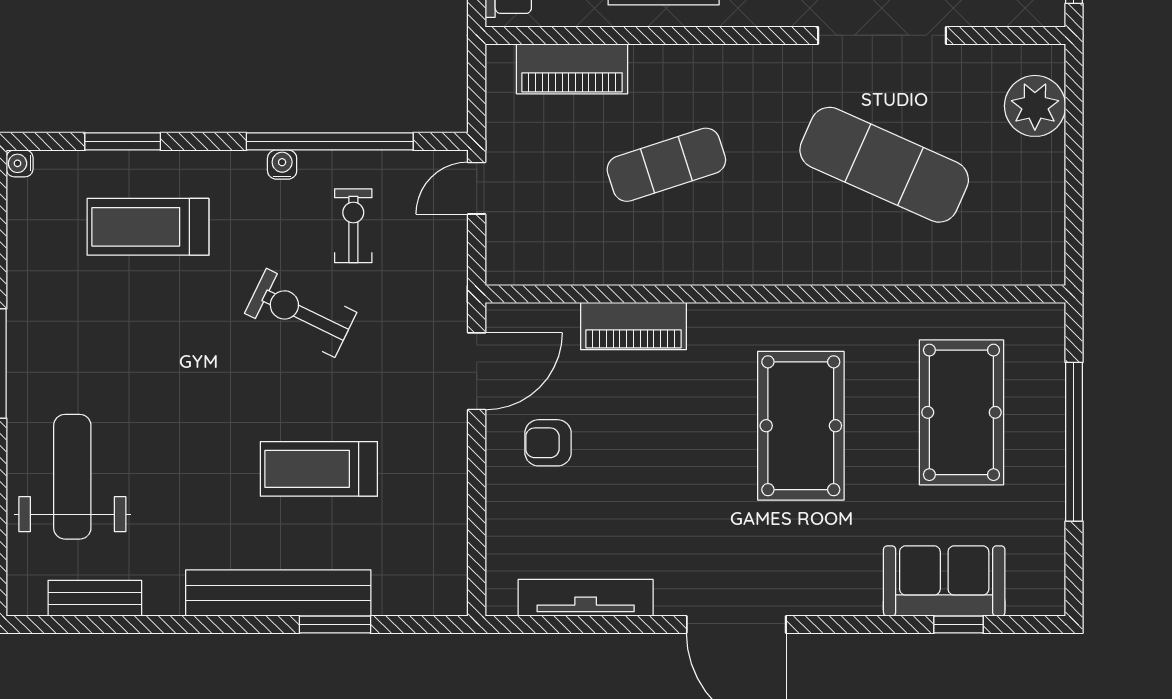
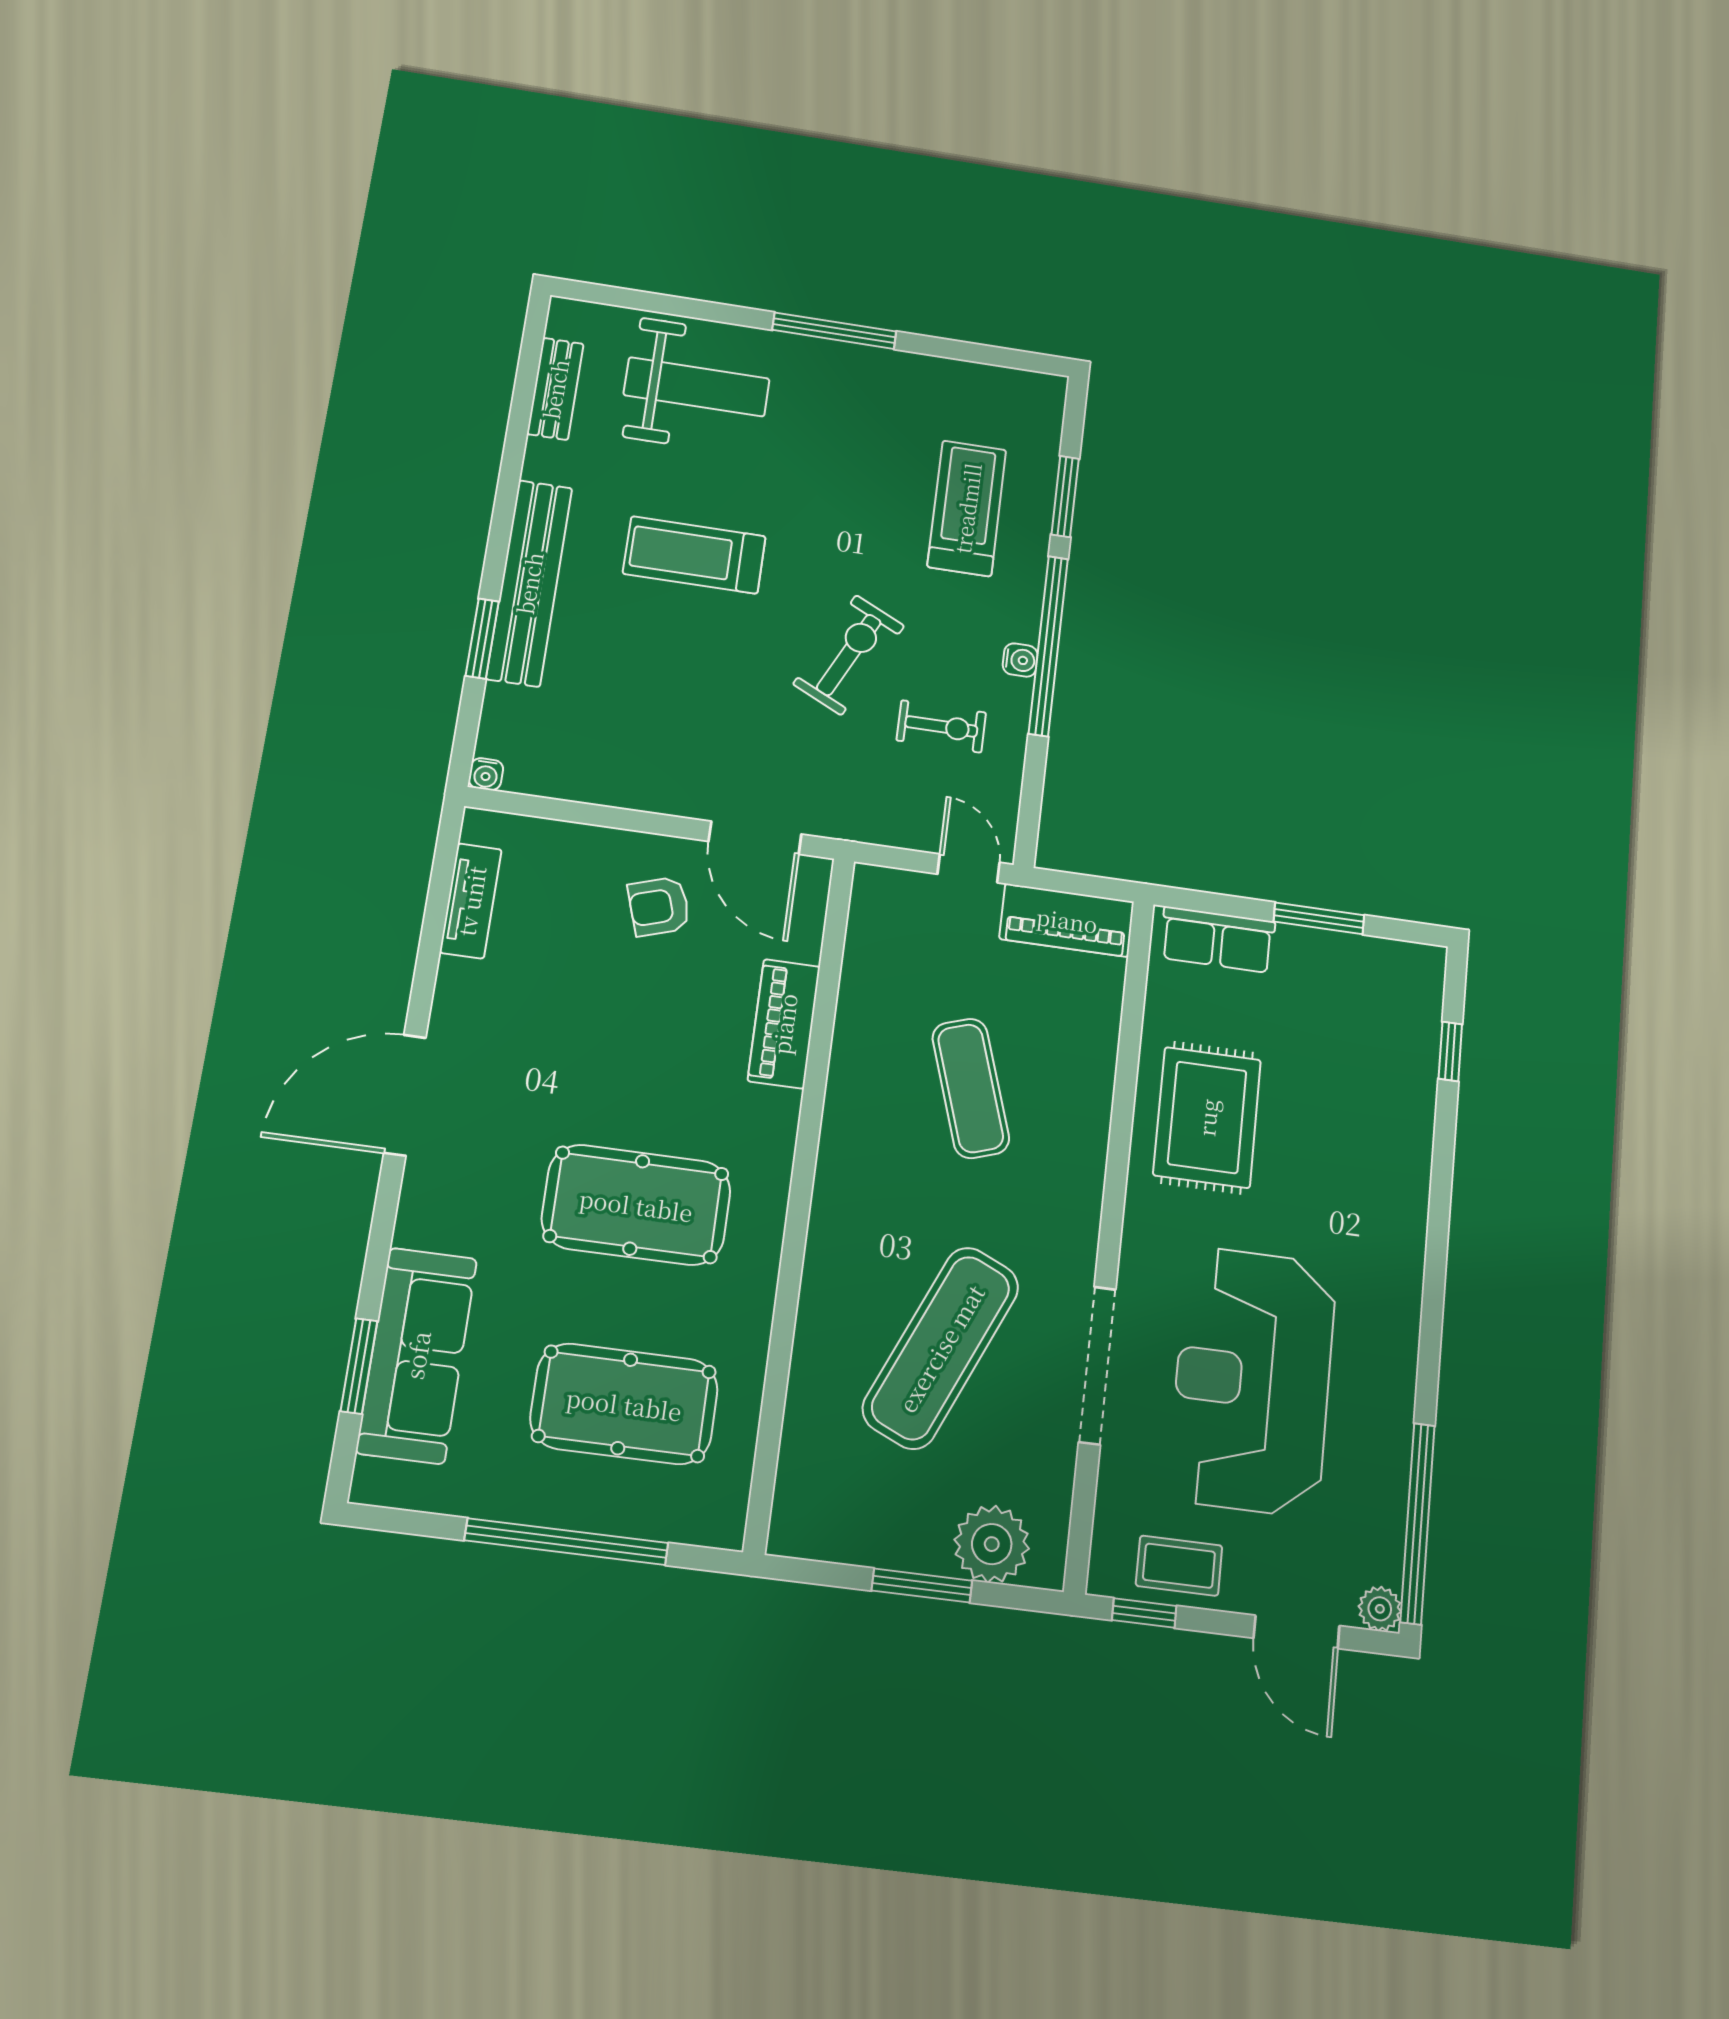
piano: (572, 69) -> (1067, 920), moved, turned -90
window: (330, 141) -> (1048, 646), moved
window: (1074, 158) -> (922, 1586), added
water cooler: (20, 163) -> (486, 774), moved, turned 180
armchair: (548, 443) -> (659, 906), turned -108
treadmill: (319, 469) -> (694, 555), moved, turned -90
sofa: (944, 581) -> (417, 1355), width x1.36
tv unit: (586, 598) -> (471, 901), width x0.71
window: (958, 624) -> (359, 1366), width x1.50

